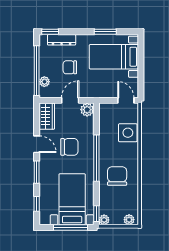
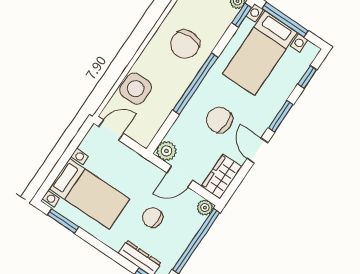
window: (105, 32) -> (63, 221), moved
chair: (70, 67) -> (152, 218), turned 180
plant: (44, 82) -> (205, 208), moved
door: (126, 100) -> (111, 130), swing flipped

